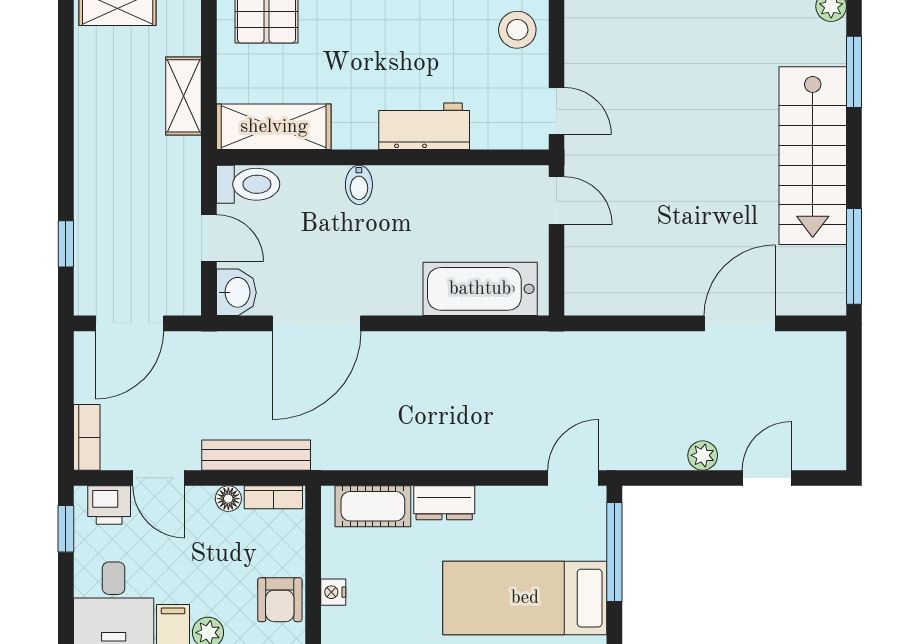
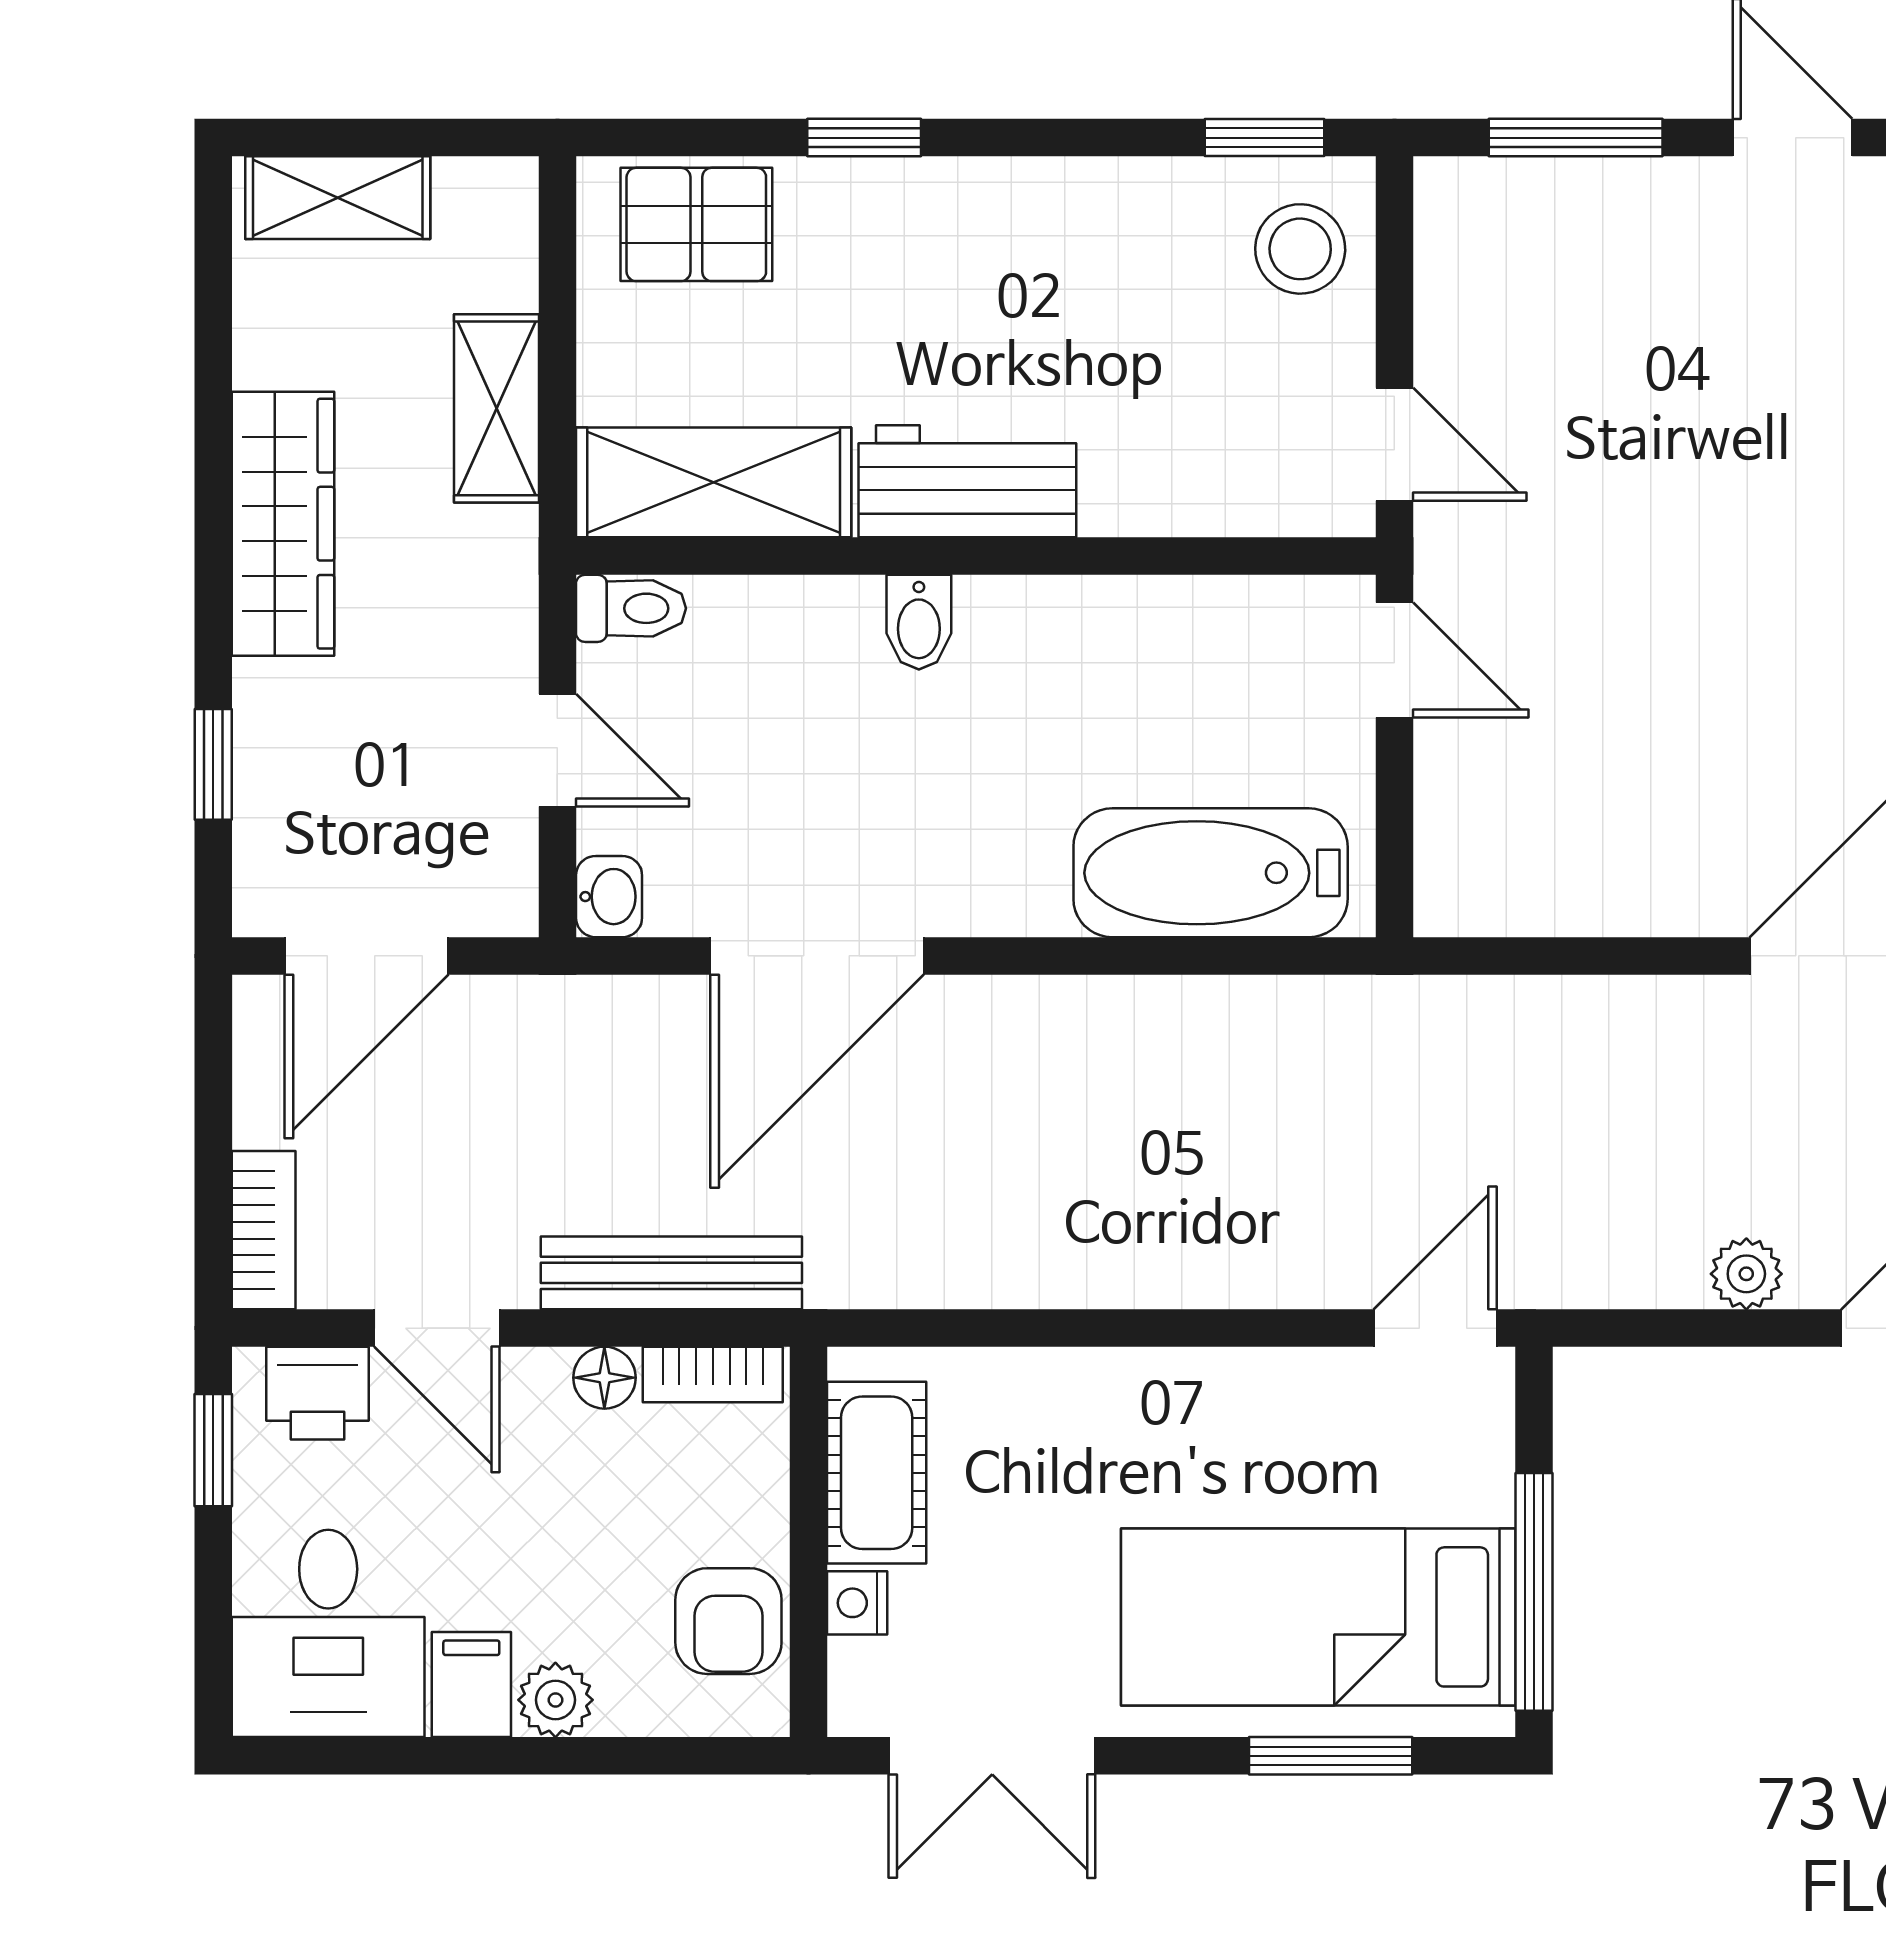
workbench: (424, 126) -> (967, 481), moved
wardrobe: (95, 144) -> (283, 524), added
toilet: (248, 184) -> (631, 608), width x0.73, depth x0.72
washbasin: (236, 292) -> (609, 897), width x0.72, depth x0.69
dresser: (444, 503) -> (1124, 1388), removed
cot: (373, 506) -> (877, 1473), moved, turned 90
window: (614, 552) -> (1534, 1592), moved

